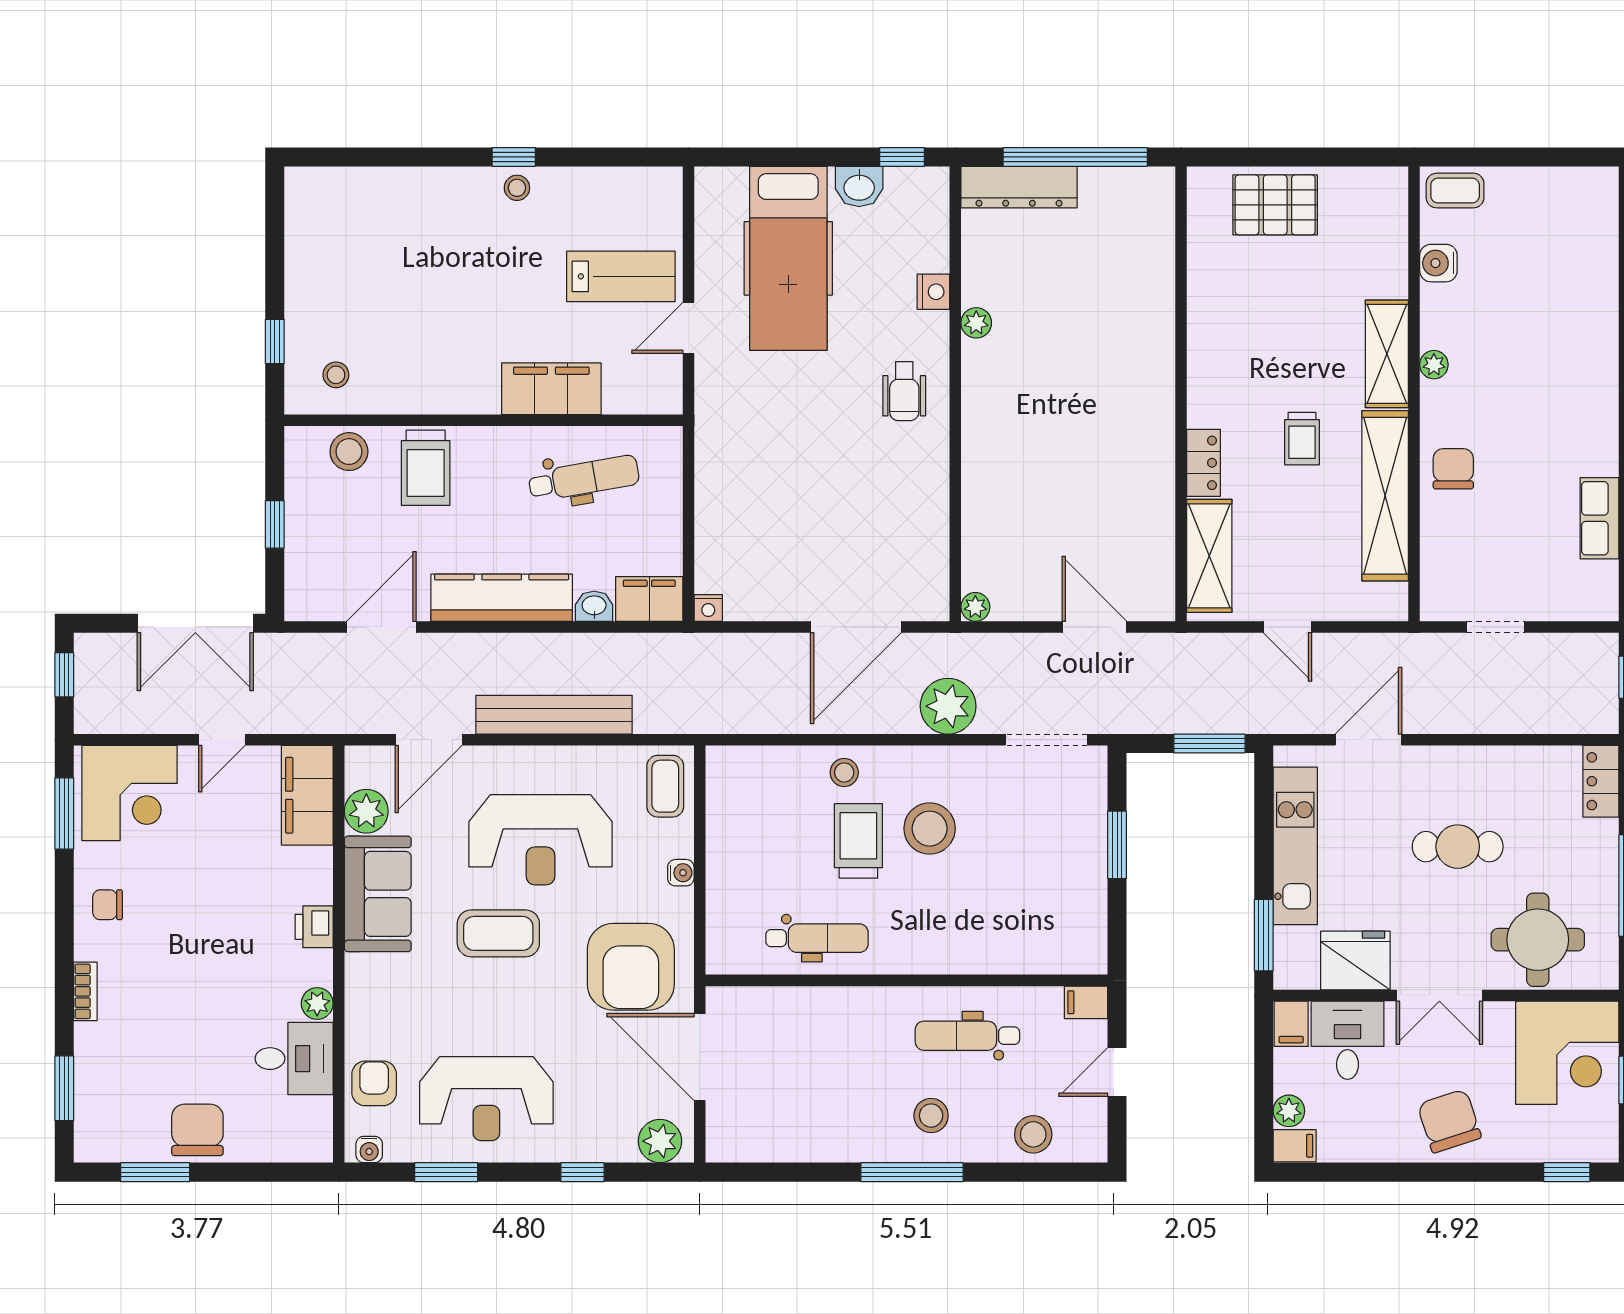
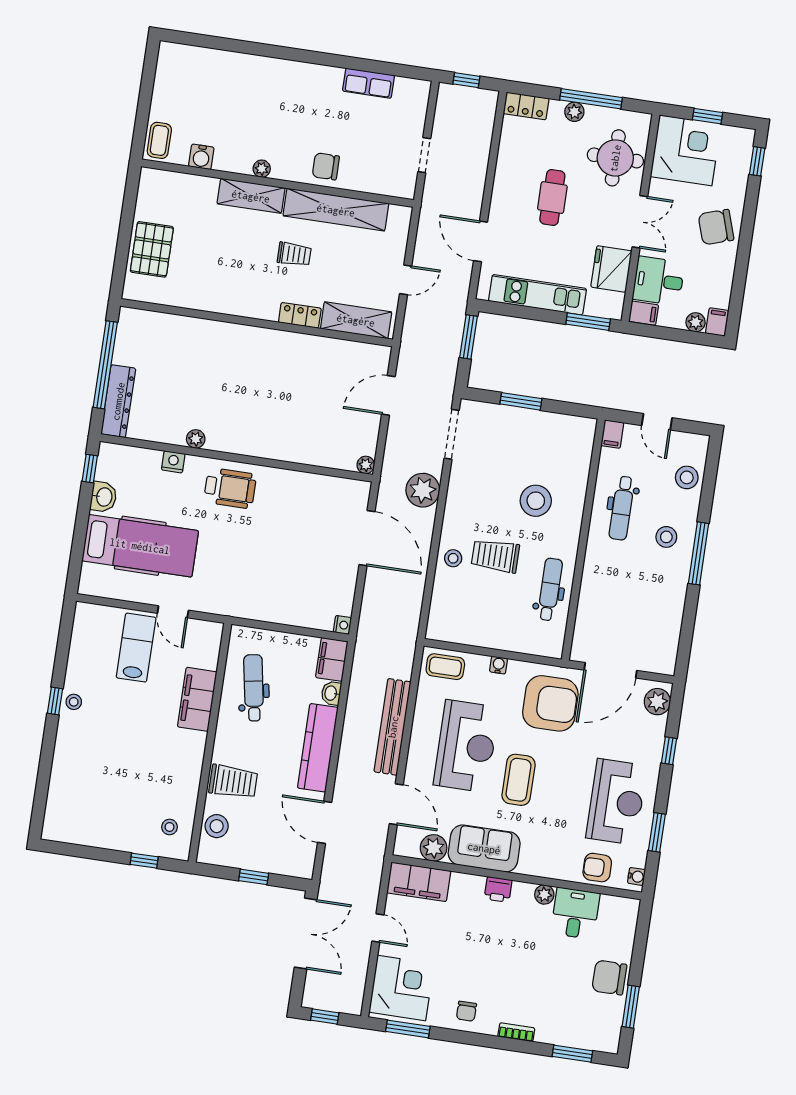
wheelchair: (904, 391) -> (230, 488), width x1.36, depth x1.37
stool: (930, 829) -> (536, 501), moved
plant: (1603, 862) -> (574, 112), added

